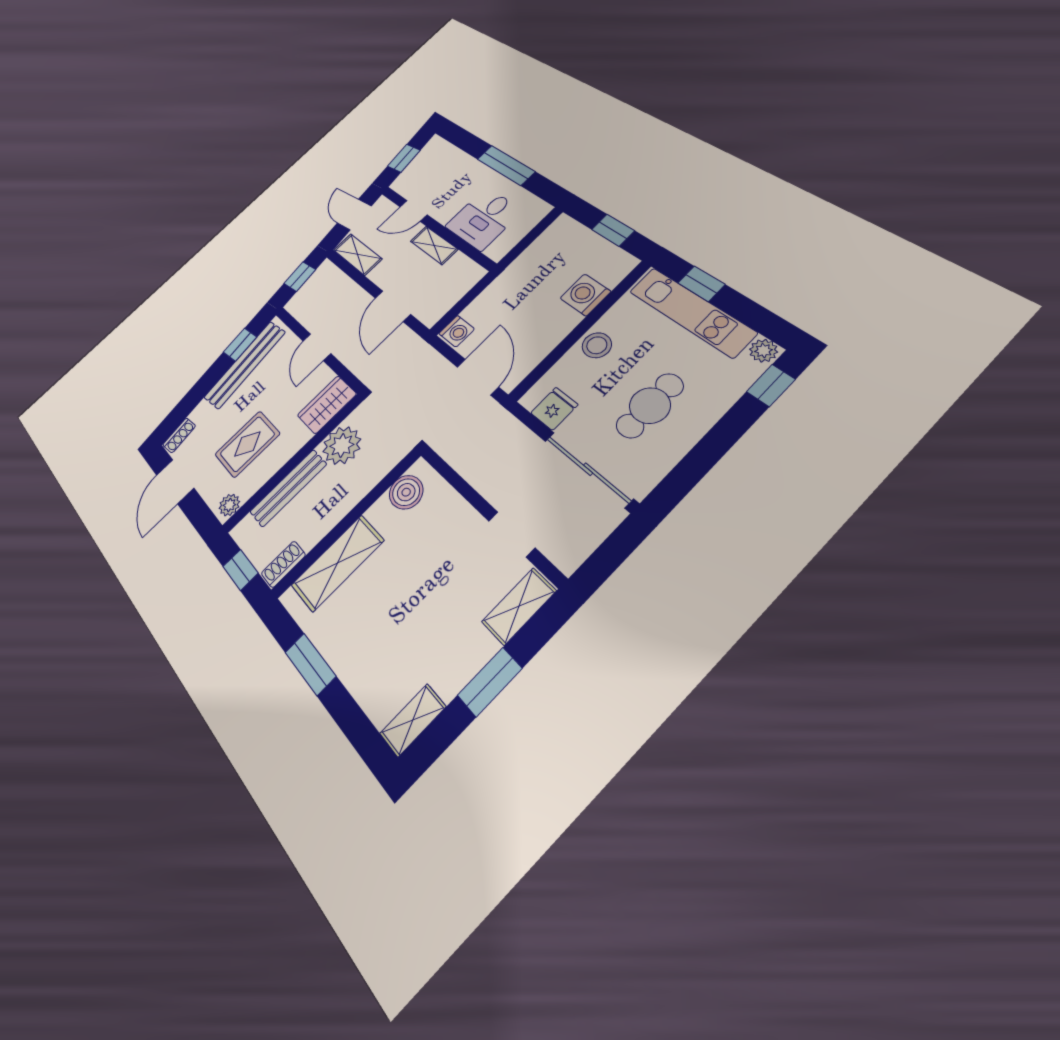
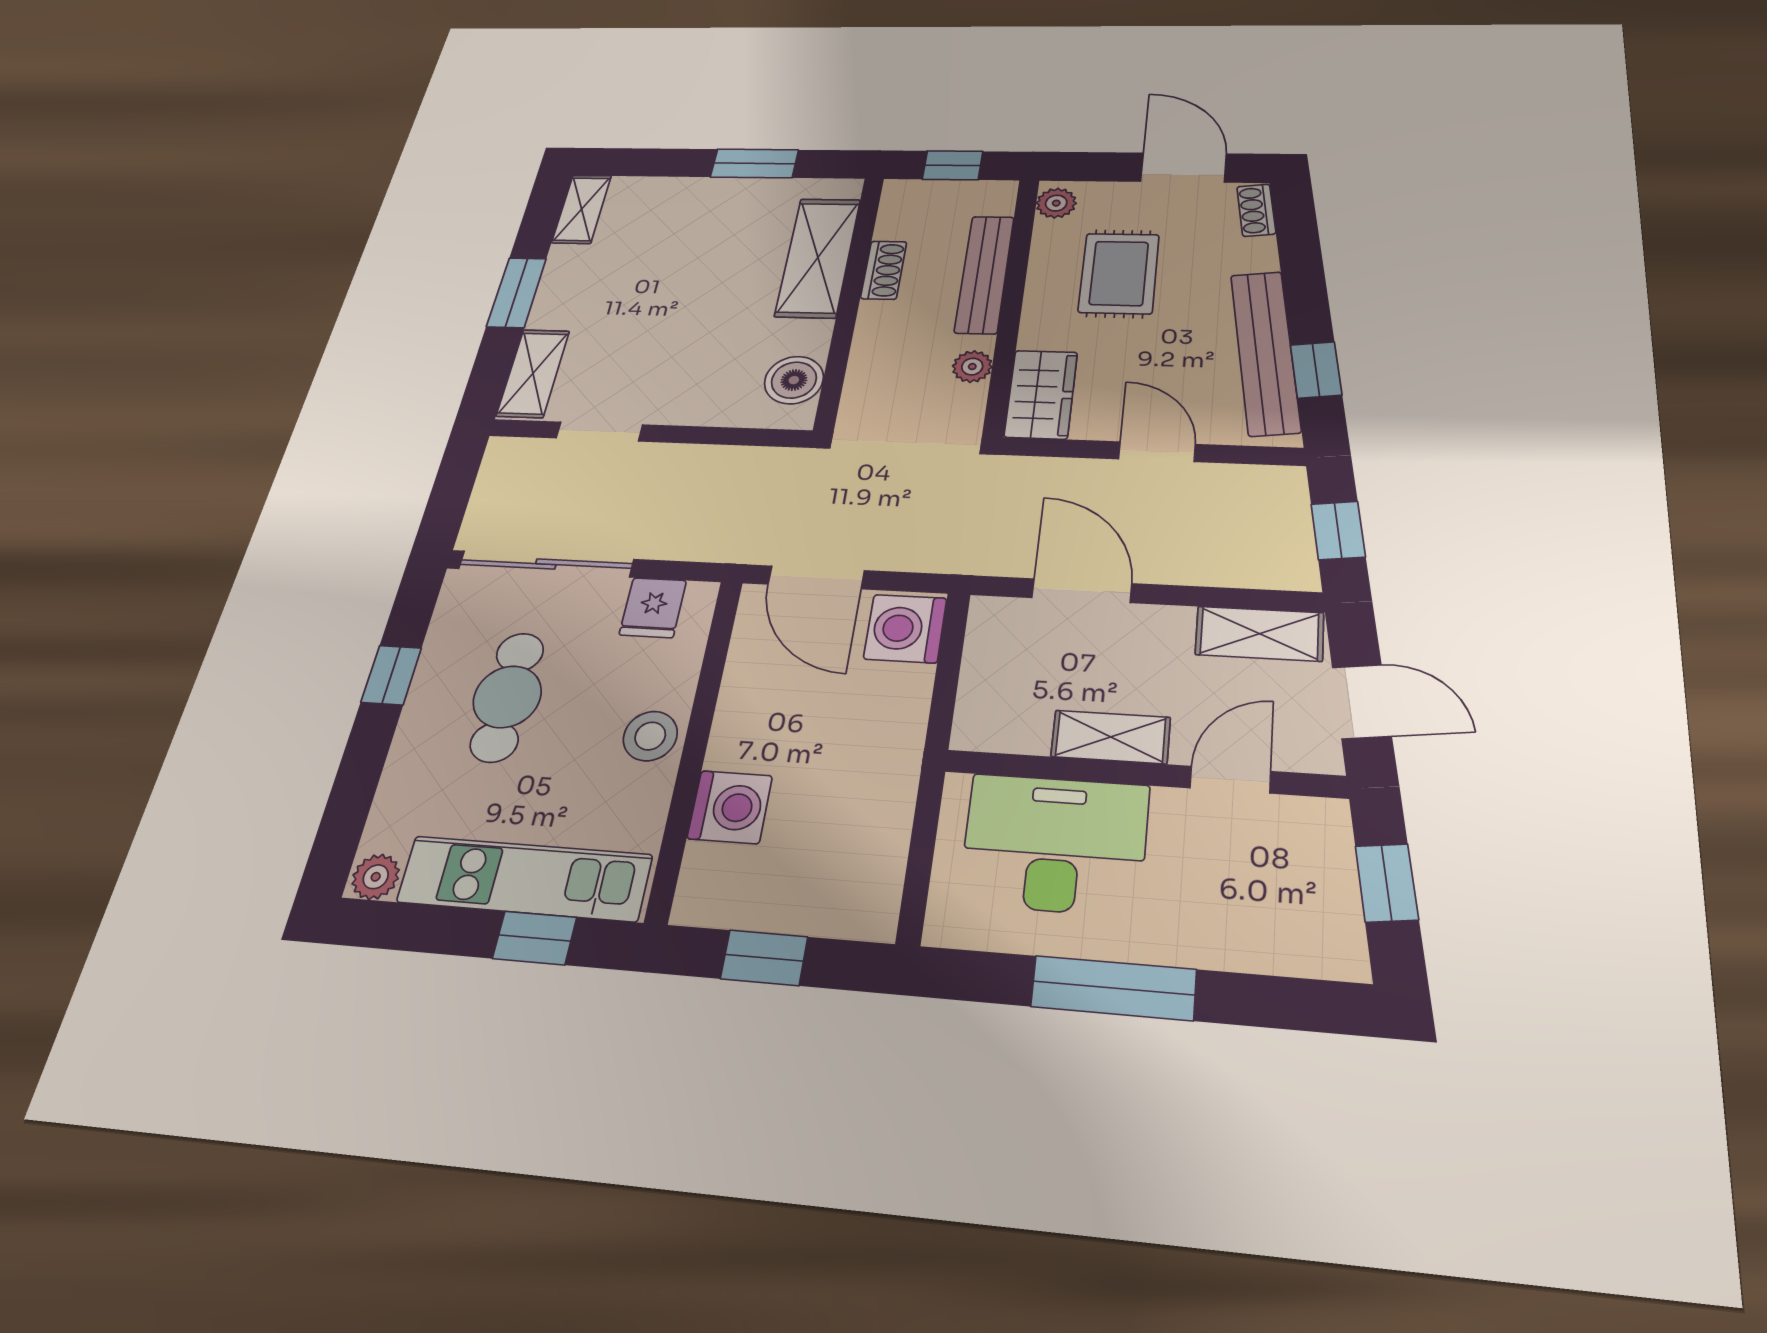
desk: (484, 219) -> (1055, 844), width x1.37
washing machine: (457, 331) -> (905, 629), width x1.38, depth x1.38
window: (771, 385) -> (391, 675), moved
plant: (342, 445) -> (972, 367), width x0.53, depth x0.53
shoe rack: (283, 564) -> (884, 270), moved

